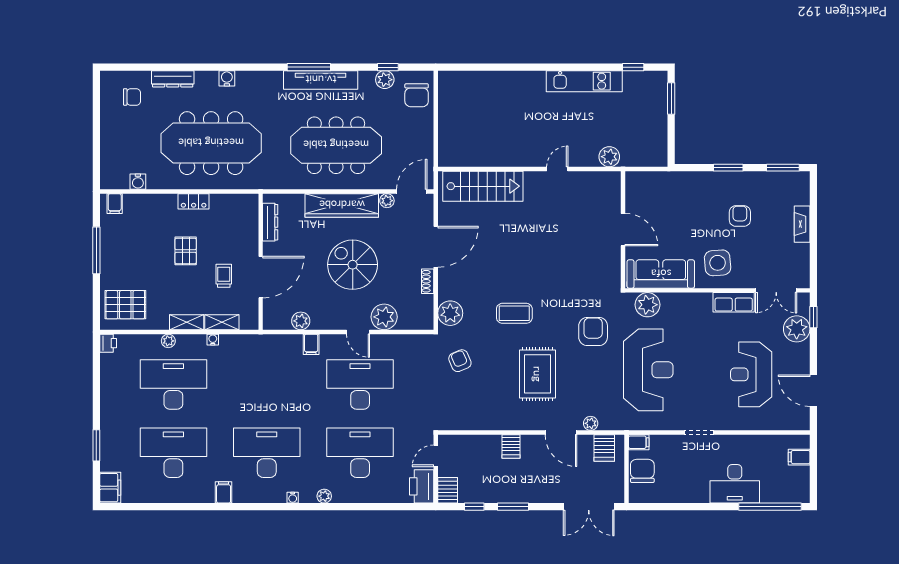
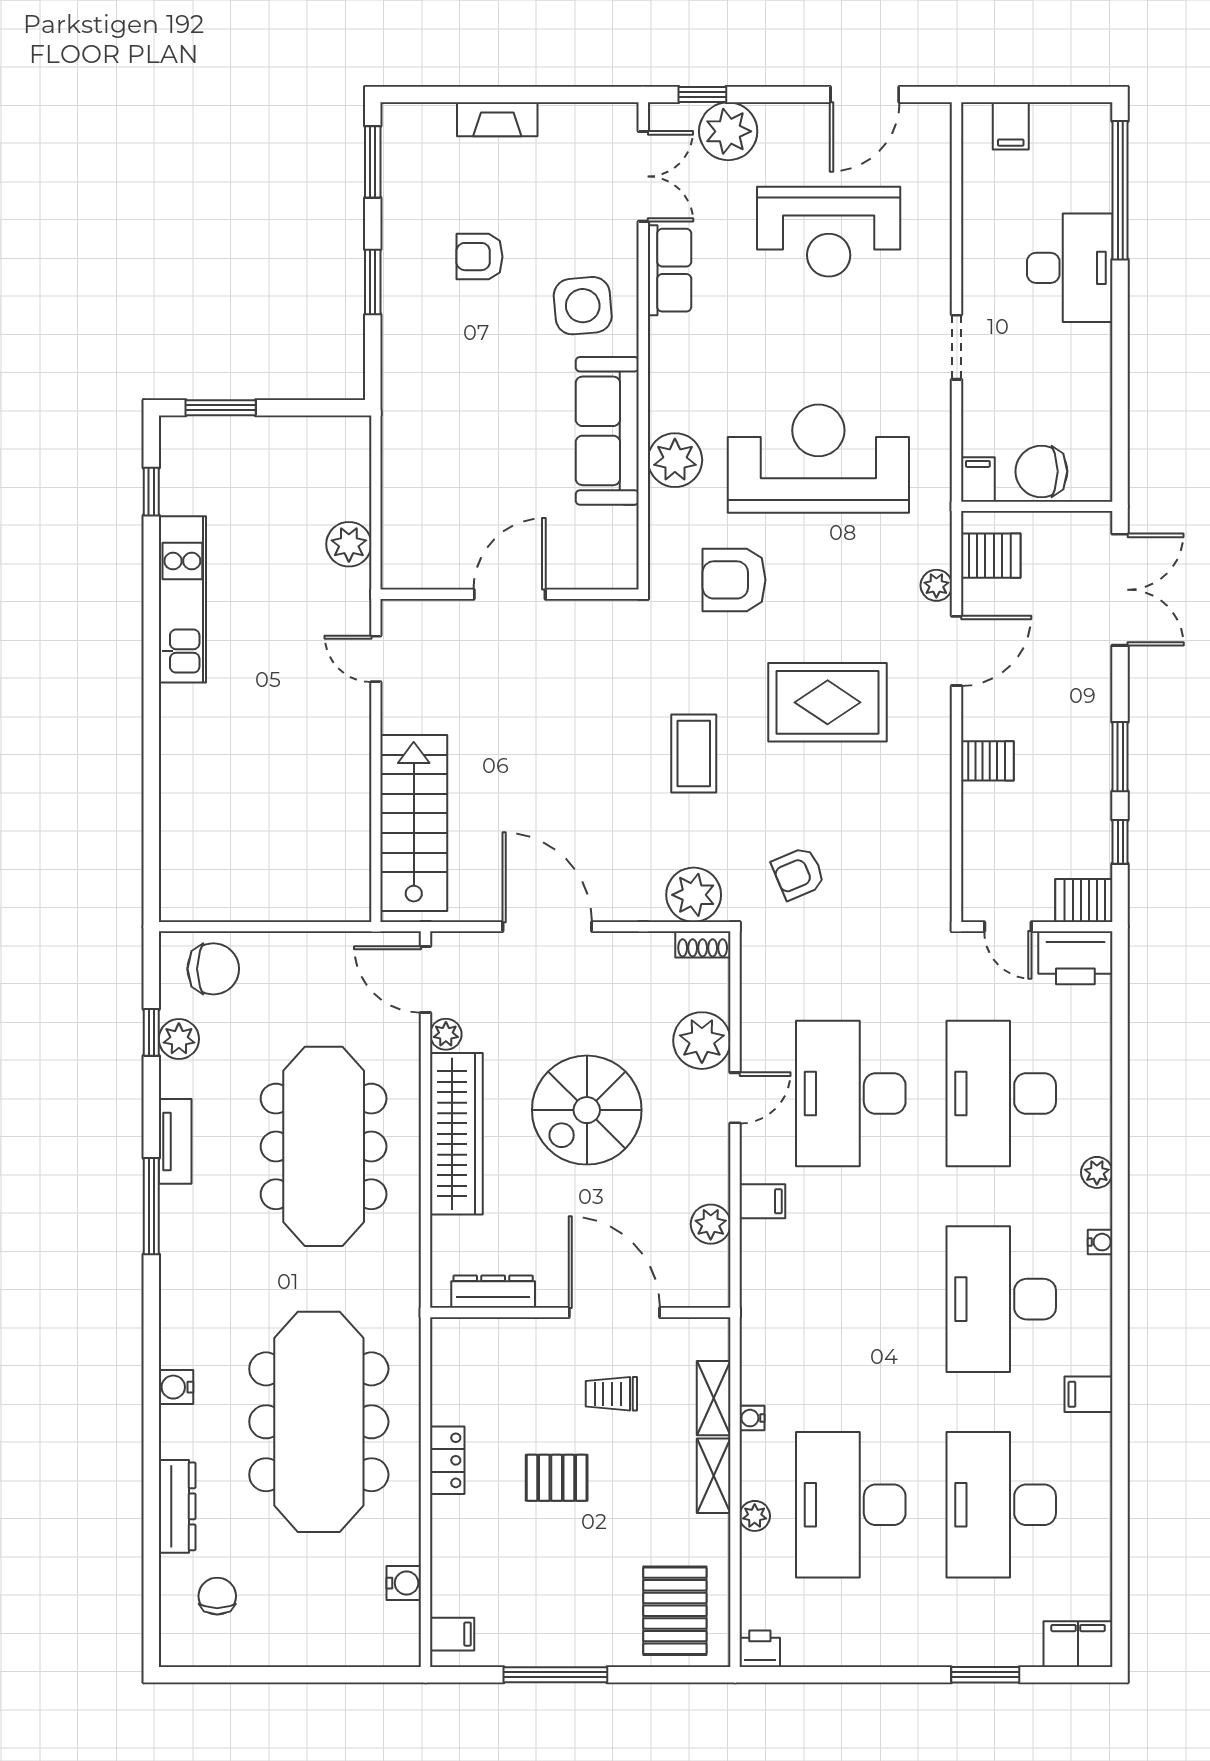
tv unit: (321, 80) -> (175, 1141), width x0.52, depth x0.78
door: (623, 230) -> (510, 594), moved
wall: (623, 230) -> (510, 594), moved
shoe rack: (428, 281) -> (703, 944), moved

